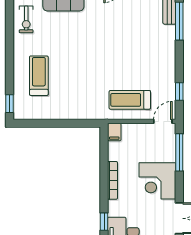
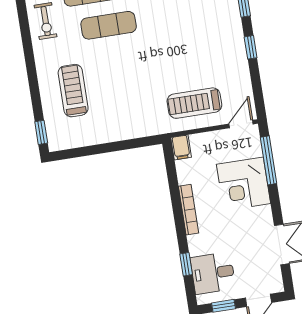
exercise mat: (74, 30) -> (109, 25), added
window: (179, 91) -> (251, 47), moved
corner desk: (157, 181) -> (244, 184), moved

